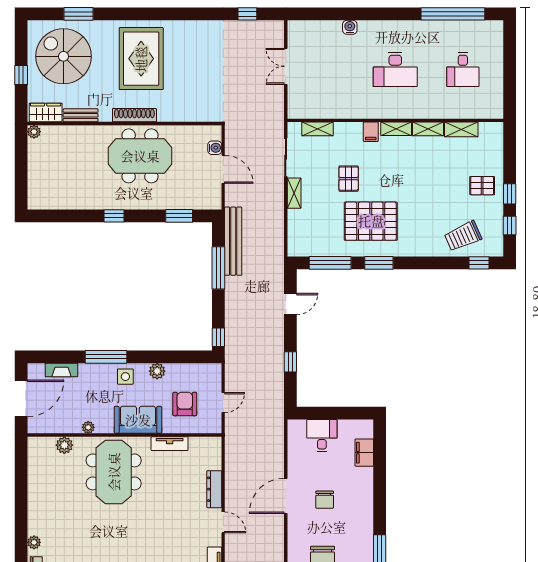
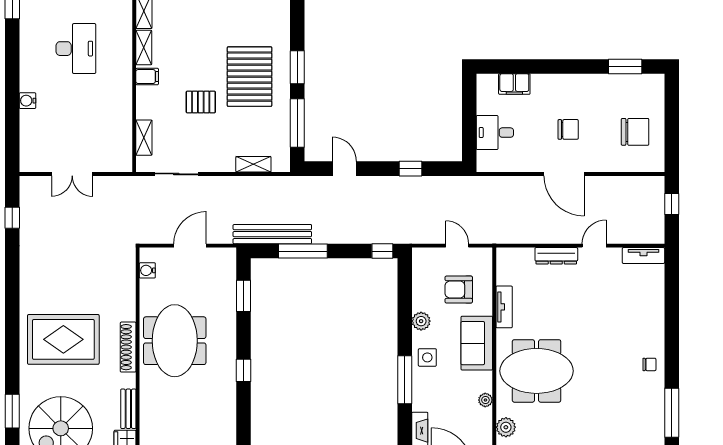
water cooler: (215, 148) -> (147, 270), moved, turned -90
shelving: (294, 193) -> (253, 164), moved

